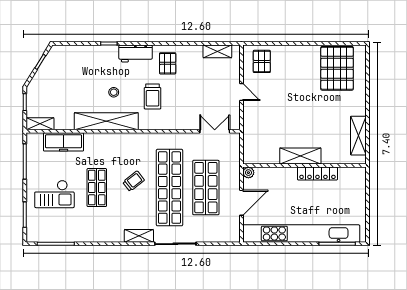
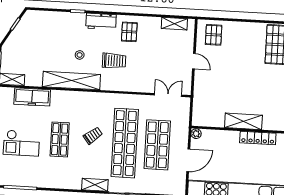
trolley: (153, 96) -> (114, 61), turned -90

